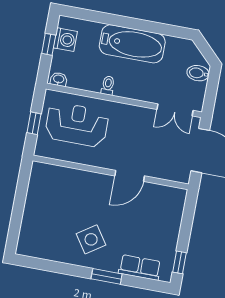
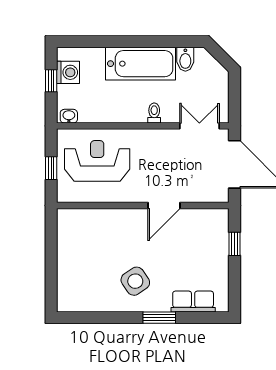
bidet: (198, 73) -> (185, 59), moved, turned -90
toilet: (108, 85) -> (154, 113), moved
double door: (175, 110) -> (199, 126), swing flipped
window: (179, 262) -> (235, 244), moved

